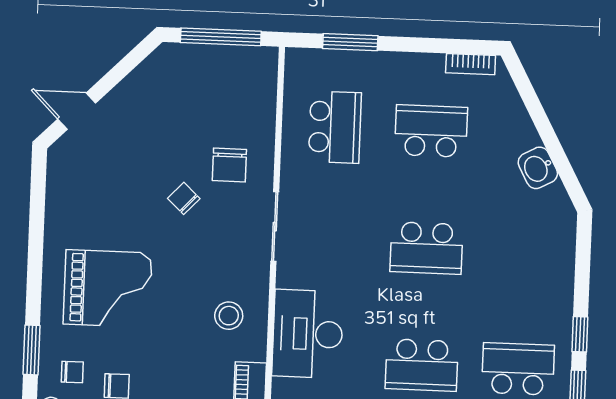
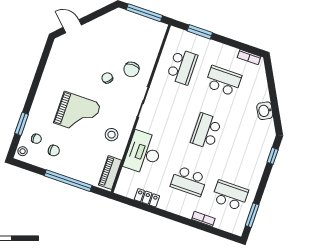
school desk: (426, 248) -> (206, 131), turned 90
grand piano: (108, 288) -> (77, 113), moved
window: (580, 334) -> (273, 156), moved

